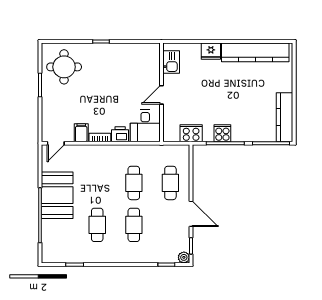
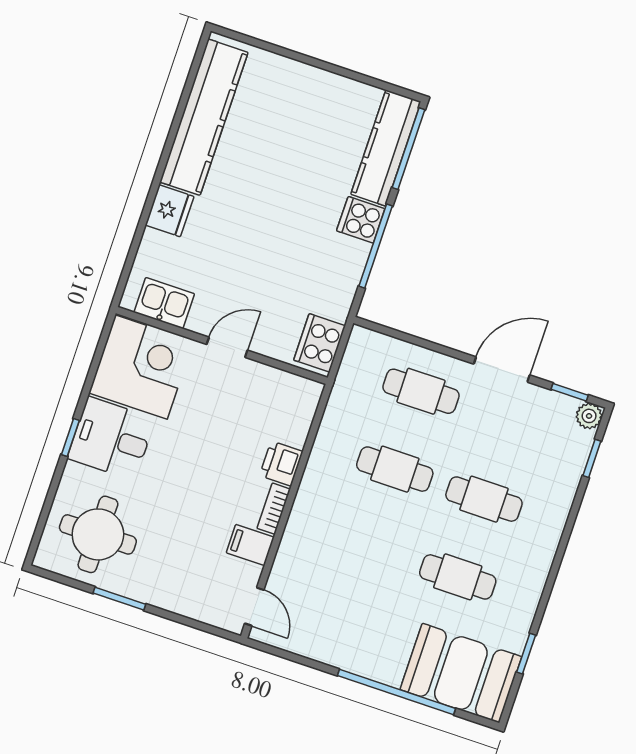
corner desk: (141, 61) -> (141, 367), added
door: (161, 95) -> (227, 347), swing flipped
kitchen counter: (285, 117) -> (386, 148), moved, turned 90
desk: (145, 126) -> (111, 438), moved, turned 180
cooker: (191, 133) -> (320, 343), moved
cooker: (222, 133) -> (361, 220), moved
booth: (57, 195) -> (461, 673), moved

